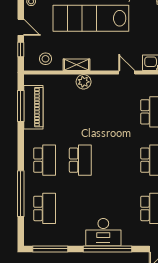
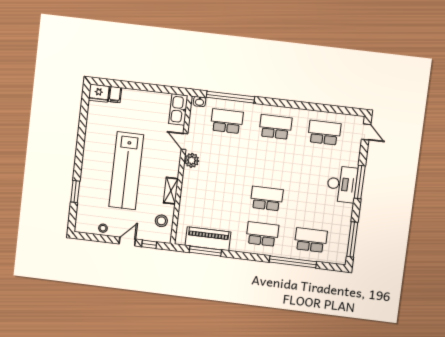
door: (127, 73) -> (184, 141), hinge flipped
plant: (84, 82) -> (192, 160), moved
window: (107, 249) -> (360, 182), width x0.68

